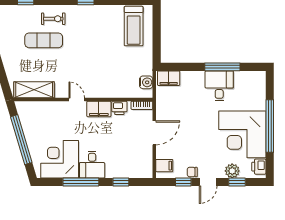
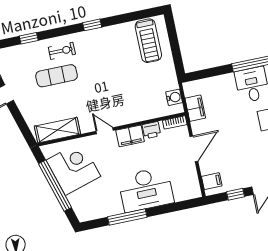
filing cabinet: (169, 78) -> (195, 108), moved, turned -90
corner desk: (60, 159) -> (73, 168), moved, turned 73
desk: (92, 165) -> (146, 189), width x1.87, depth x1.30
chair: (192, 172) -> (243, 182), removed
window: (121, 182) -> (170, 208), removed

